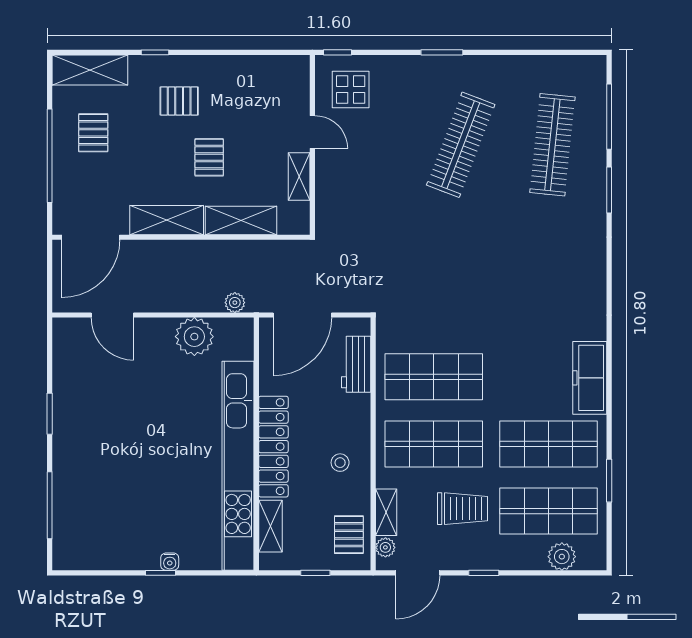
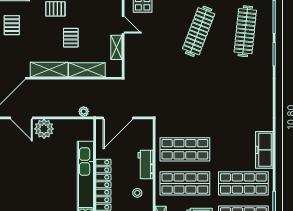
plant: (194, 337) -> (44, 129), moved
workbench: (356, 364) -> (145, 164), moved

